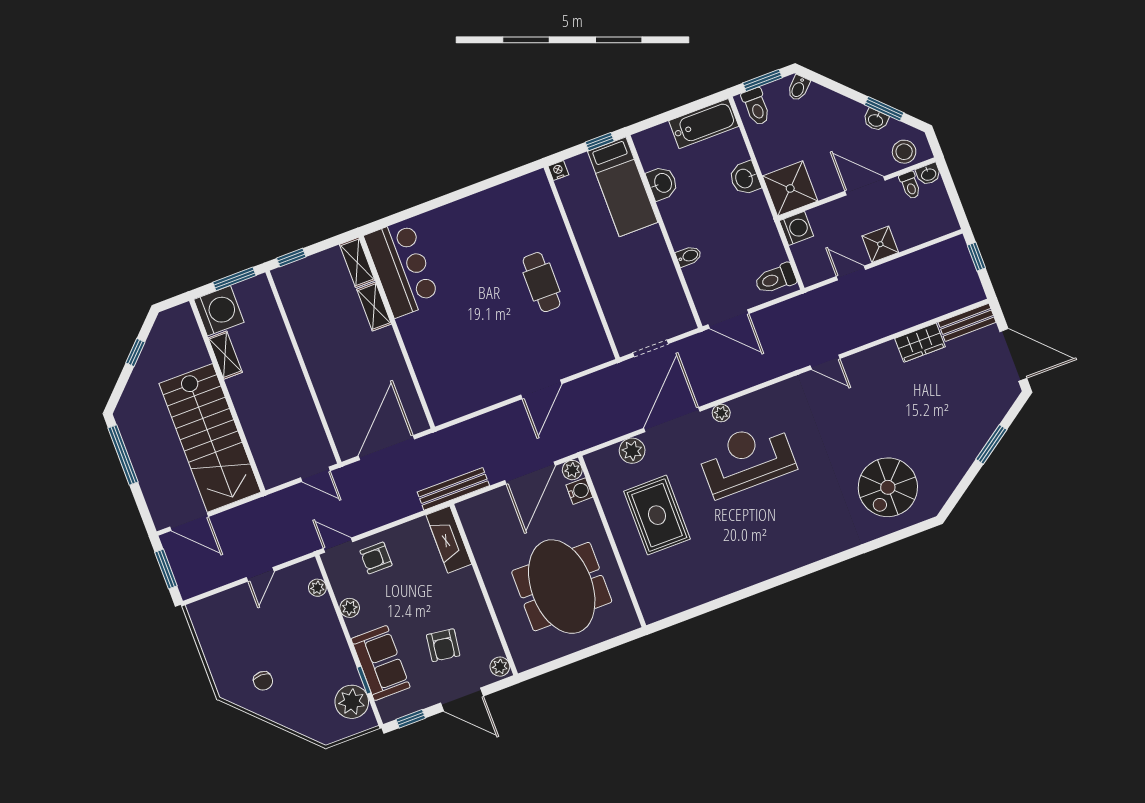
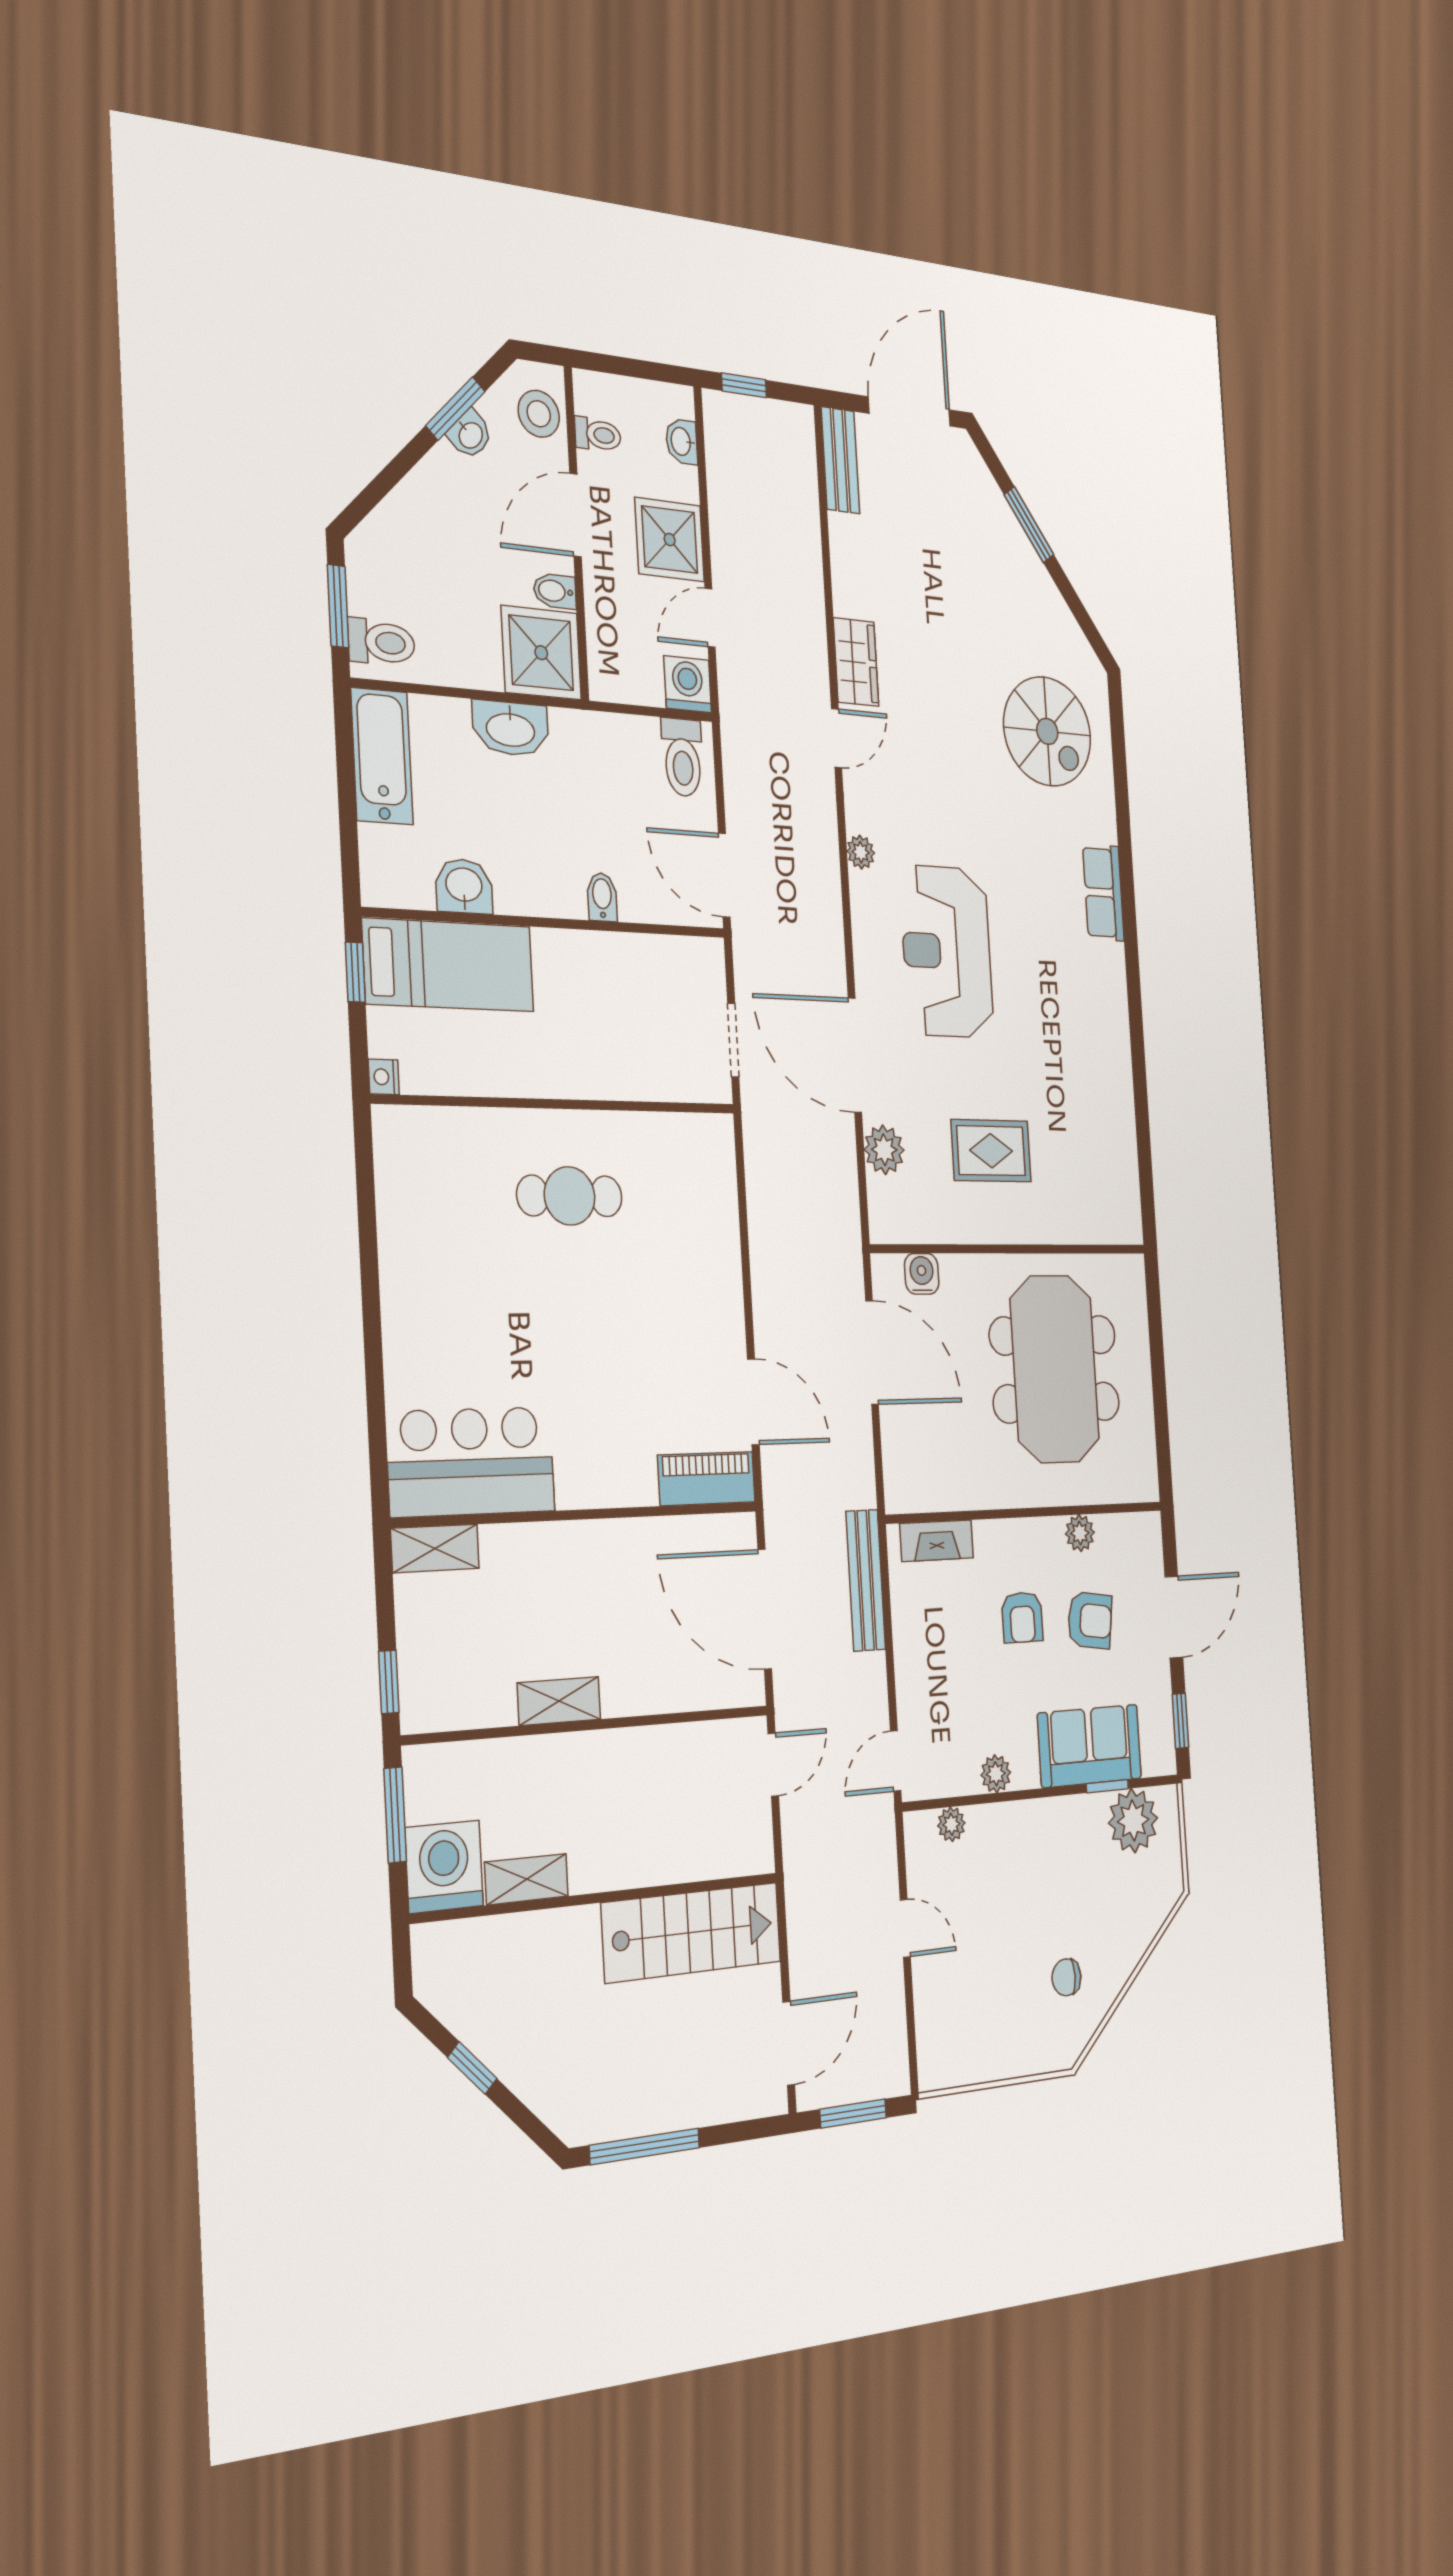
bidet: (798, 88) -> (555, 591), moved, turned 135
washbasin: (928, 174) -> (682, 441), moved, turned 180
washbasin: (745, 178) -> (510, 728), width x1.38
washing machine: (796, 228) -> (688, 684), moved
shower: (880, 244) -> (670, 540), width x1.36, depth x1.36
shelving: (374, 307) -> (559, 1701), moved
door: (728, 319) -> (724, 875), swing flipped
wardrobe: (920, 343) -> (856, 662), moved
door: (541, 389) -> (753, 1402), moved
piano: (437, 396) -> (707, 1479), added
plant: (721, 413) -> (861, 852), moved
stairs: (210, 438) -> (692, 1932), width x0.73, depth x0.66
plant: (572, 470) -> (887, 1272), removed
bench: (453, 489) -> (866, 1580), moved
rug: (657, 515) -> (991, 1151), width x0.73, depth x0.70
fireplace: (449, 540) -> (937, 1541), width x0.73, depth x0.76
row of seats: (819, 547) -> (1103, 893), added
armchair: (376, 558) -> (1022, 1617), moved
meeting table: (562, 587) -> (1055, 1369), turned 90
plant: (500, 667) -> (1080, 1533), moved
chair: (263, 681) -> (1066, 1977), turned 180

